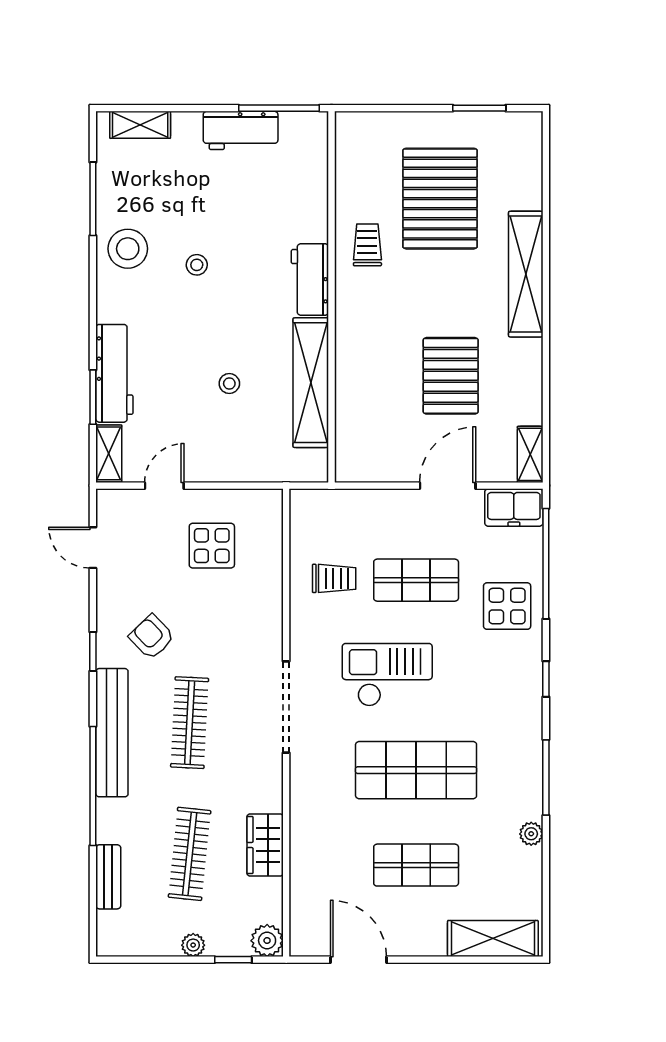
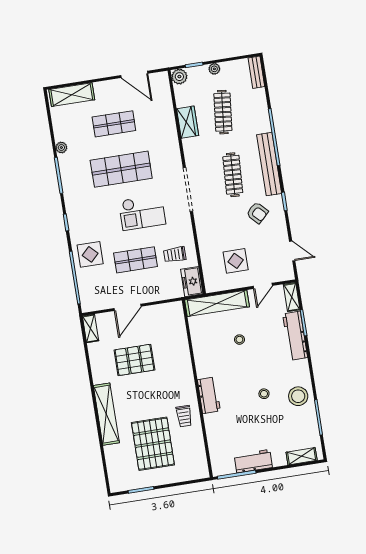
pallet: (451, 376) -> (134, 360), turned 90
shelving: (311, 383) -> (217, 303), moved, turned 90
freezer: (514, 507) -> (192, 282), moved, turned -90
bench: (108, 877) -> (256, 72), moved

